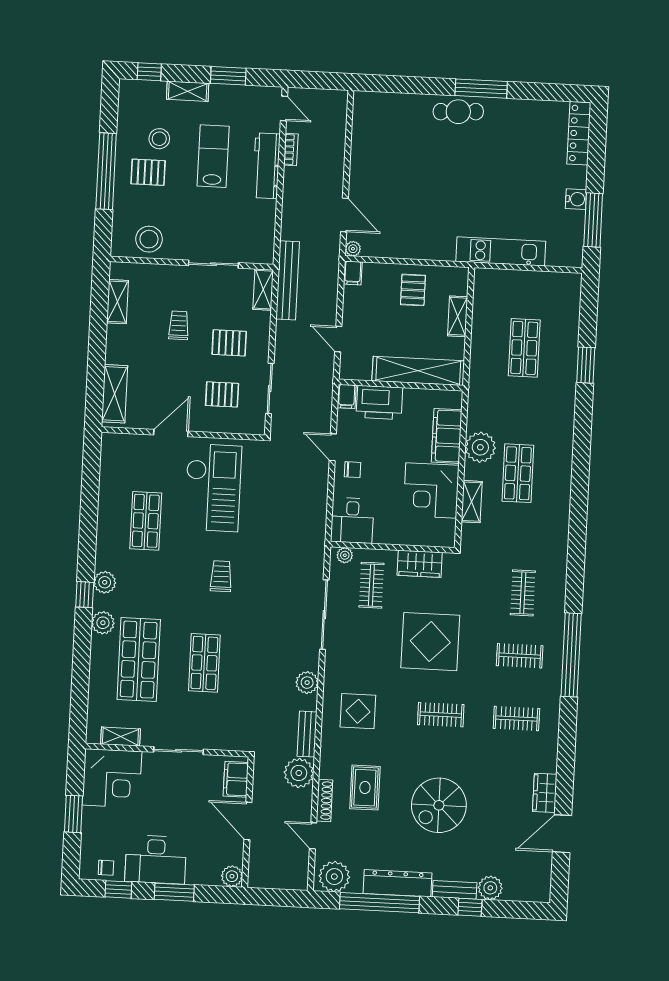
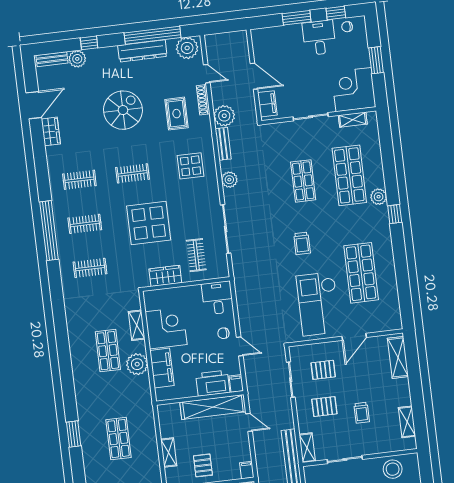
shelving: (418, 371) -> (213, 407), moved
shop shelf: (146, 521) -> (361, 273), width x1.43, depth x1.36
plant: (345, 555) -> (218, 273), removed
plant: (105, 582) -> (382, 225), removed
clothes rail: (523, 593) -> (90, 268), turned 90
desk: (156, 860) -> (319, 38), width x0.73
plant: (232, 876) -> (258, 36), removed
bench: (455, 890) -> (52, 59), moved

